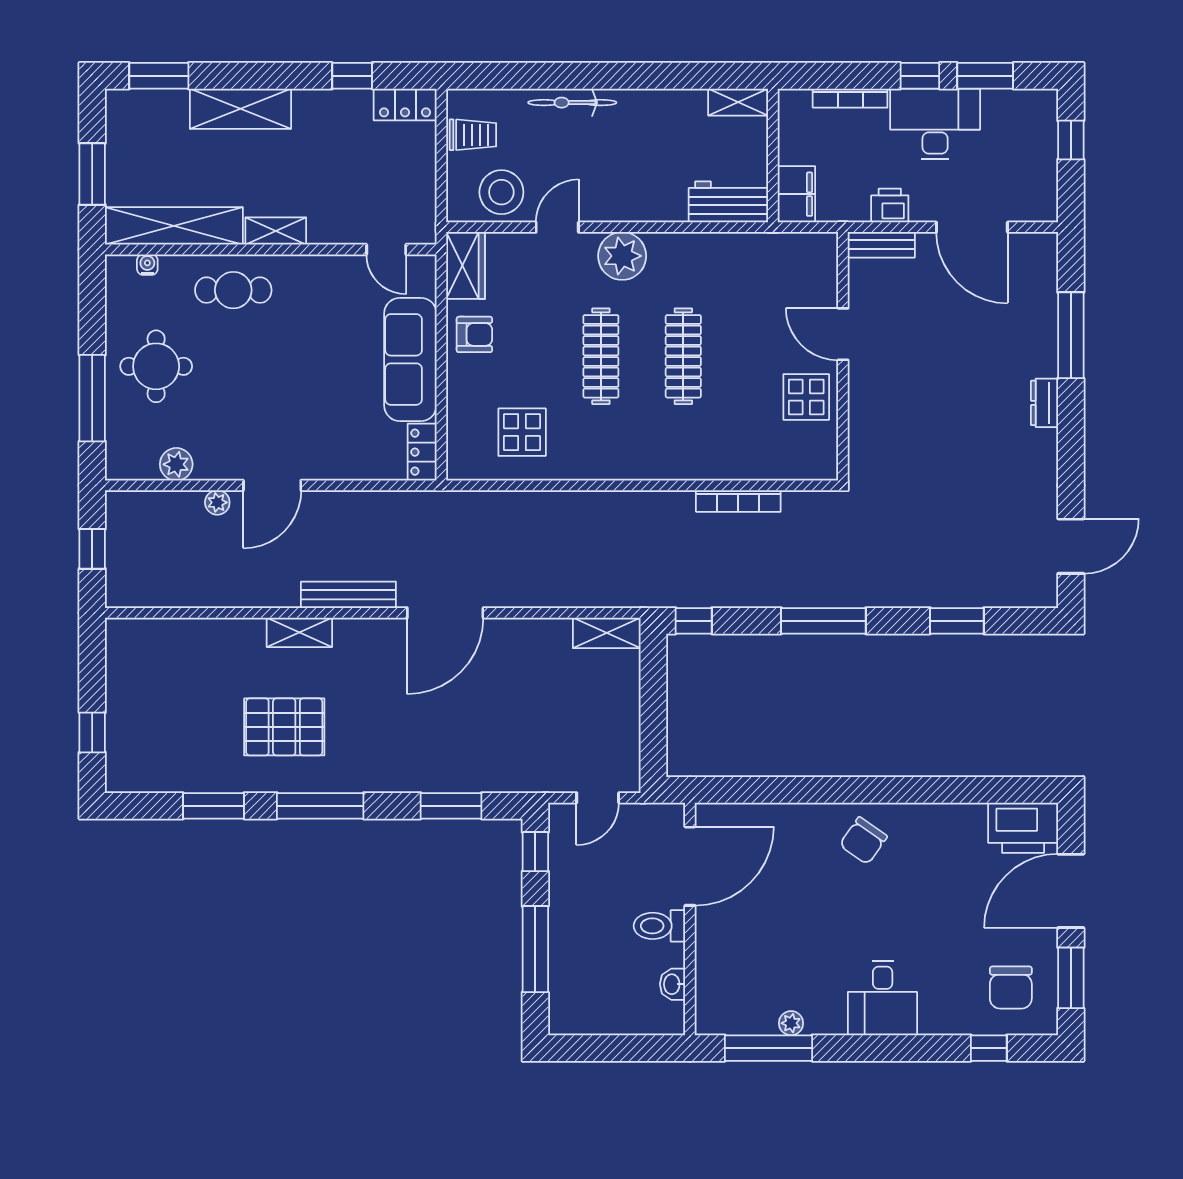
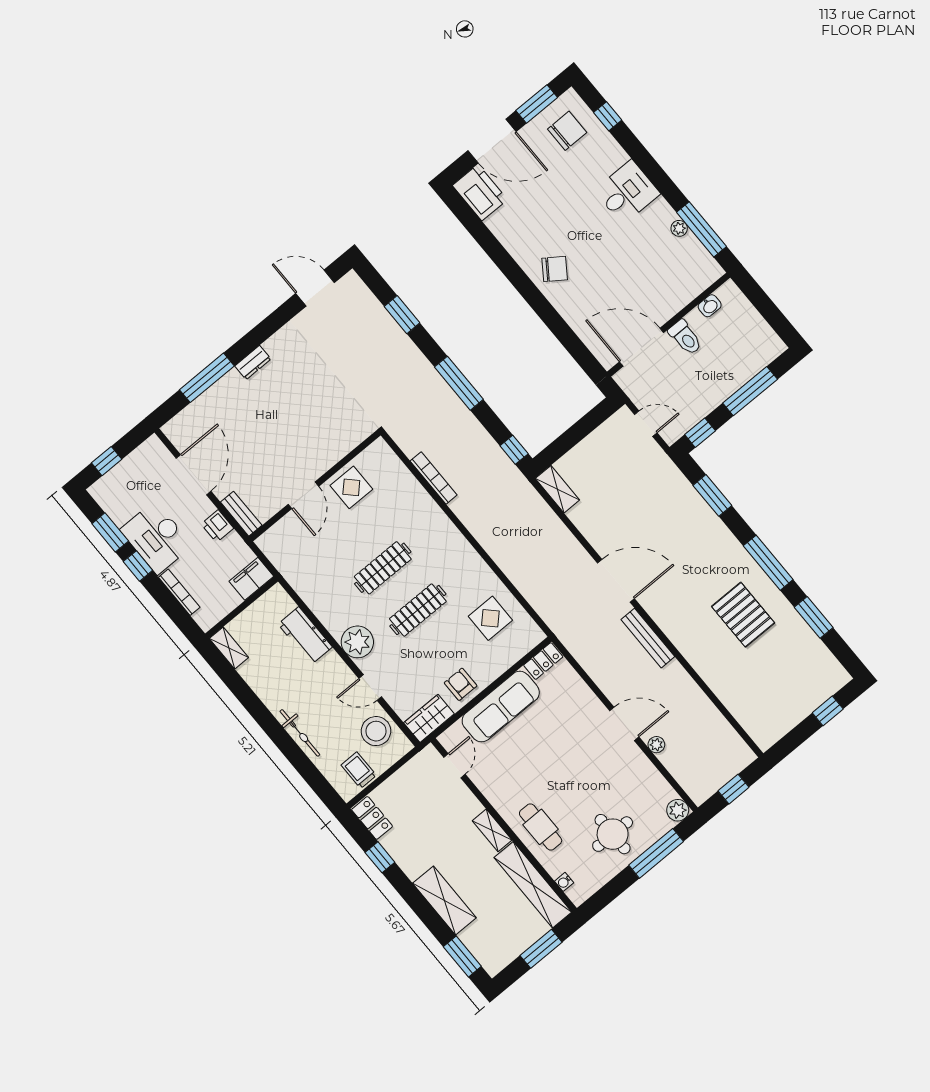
workbench: (728, 202) -> (305, 635), moved
plant: (176, 464) -> (678, 810), moved
shelving: (299, 632) -> (688, 647), removed

